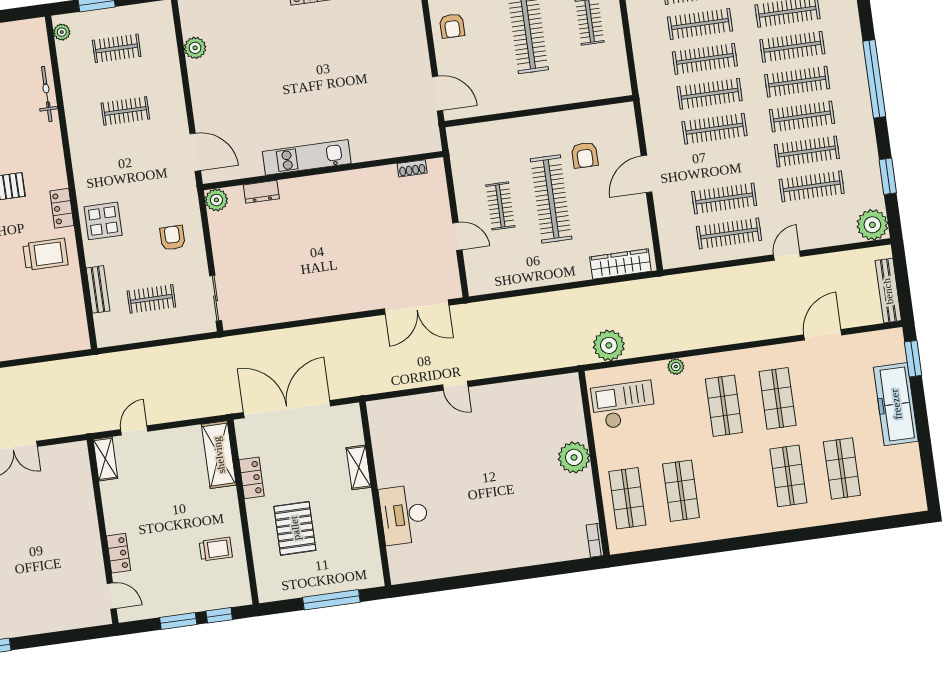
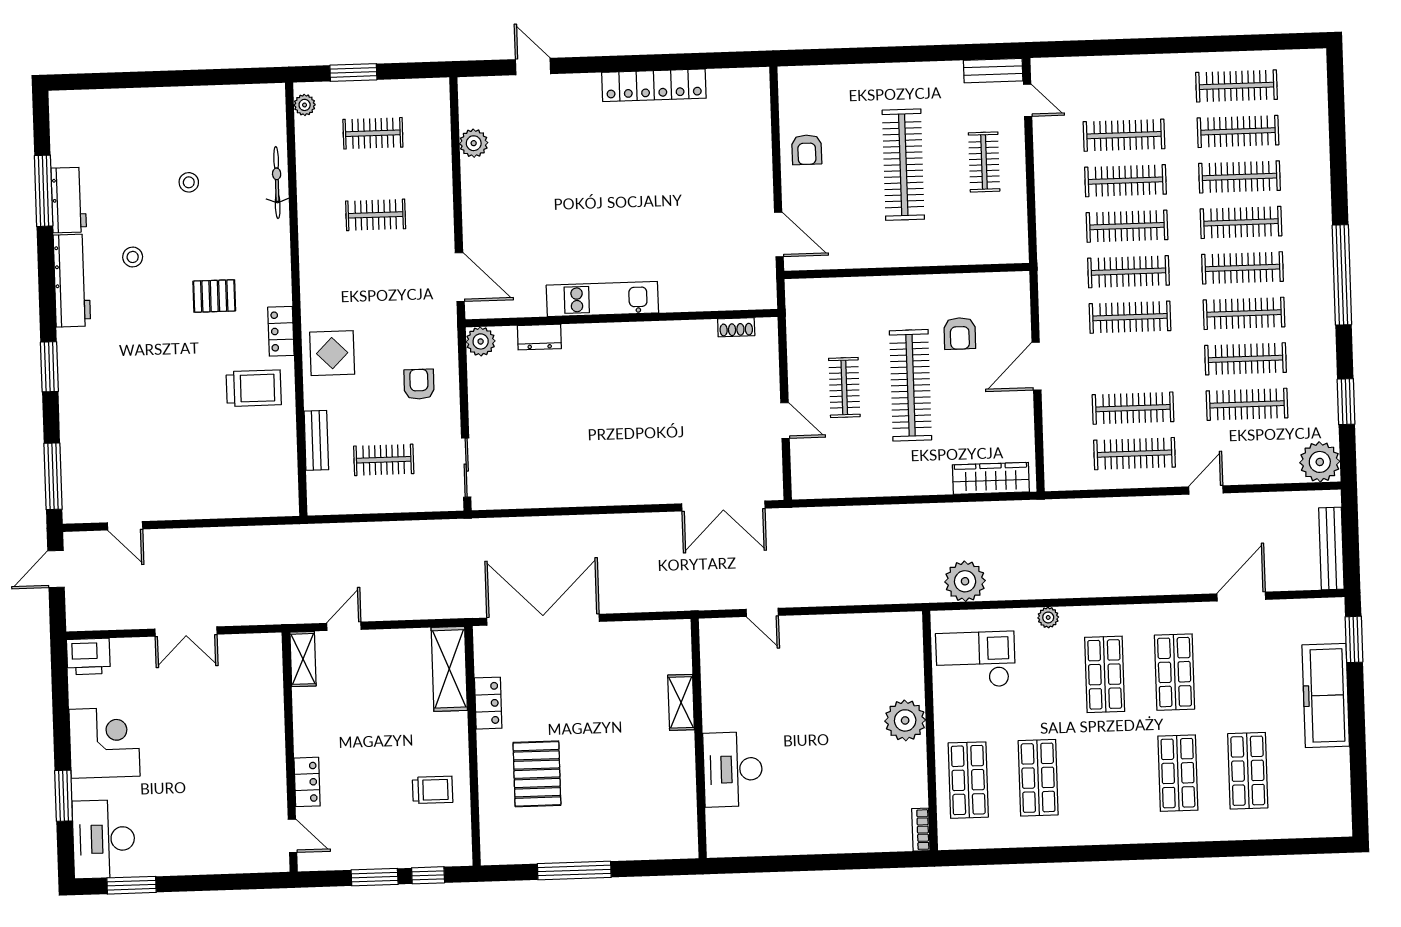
shelving: (359, 467) -> (681, 702), moved
wall: (375, 494) -> (699, 738), moved
desk: (404, 515) -> (733, 769), moved

